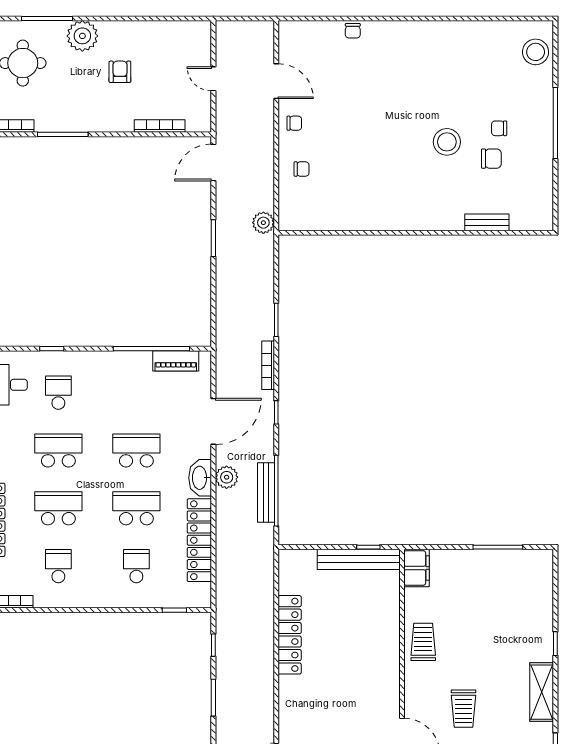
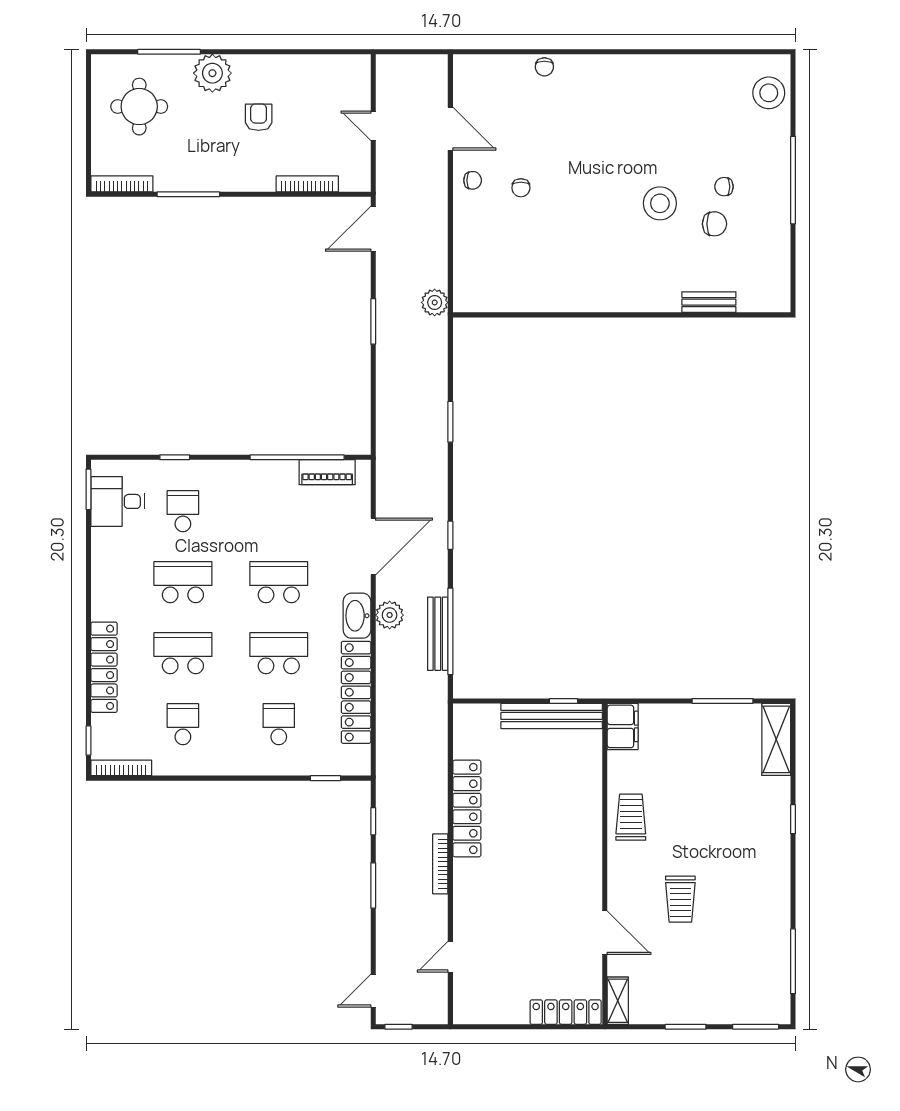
chair: (302, 169) -> (521, 188), moved, turned 90
bookcase: (268, 365) -> (440, 864), moved
shelving: (542, 692) -> (776, 739), moved

